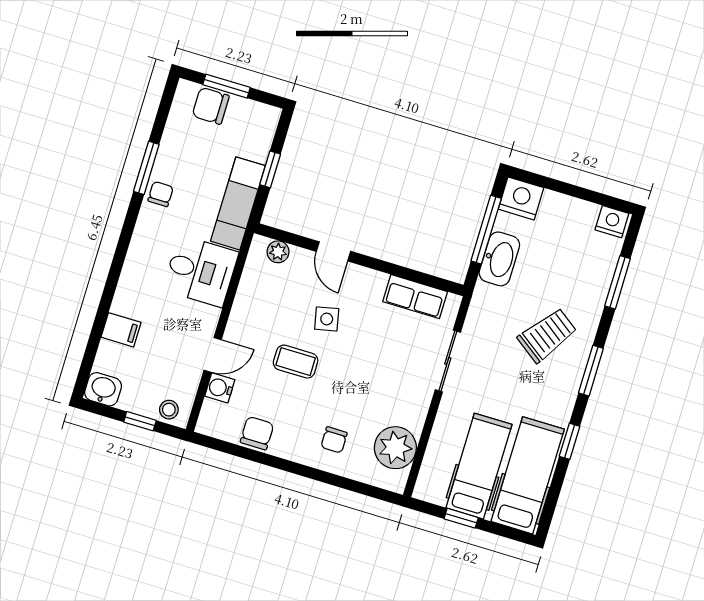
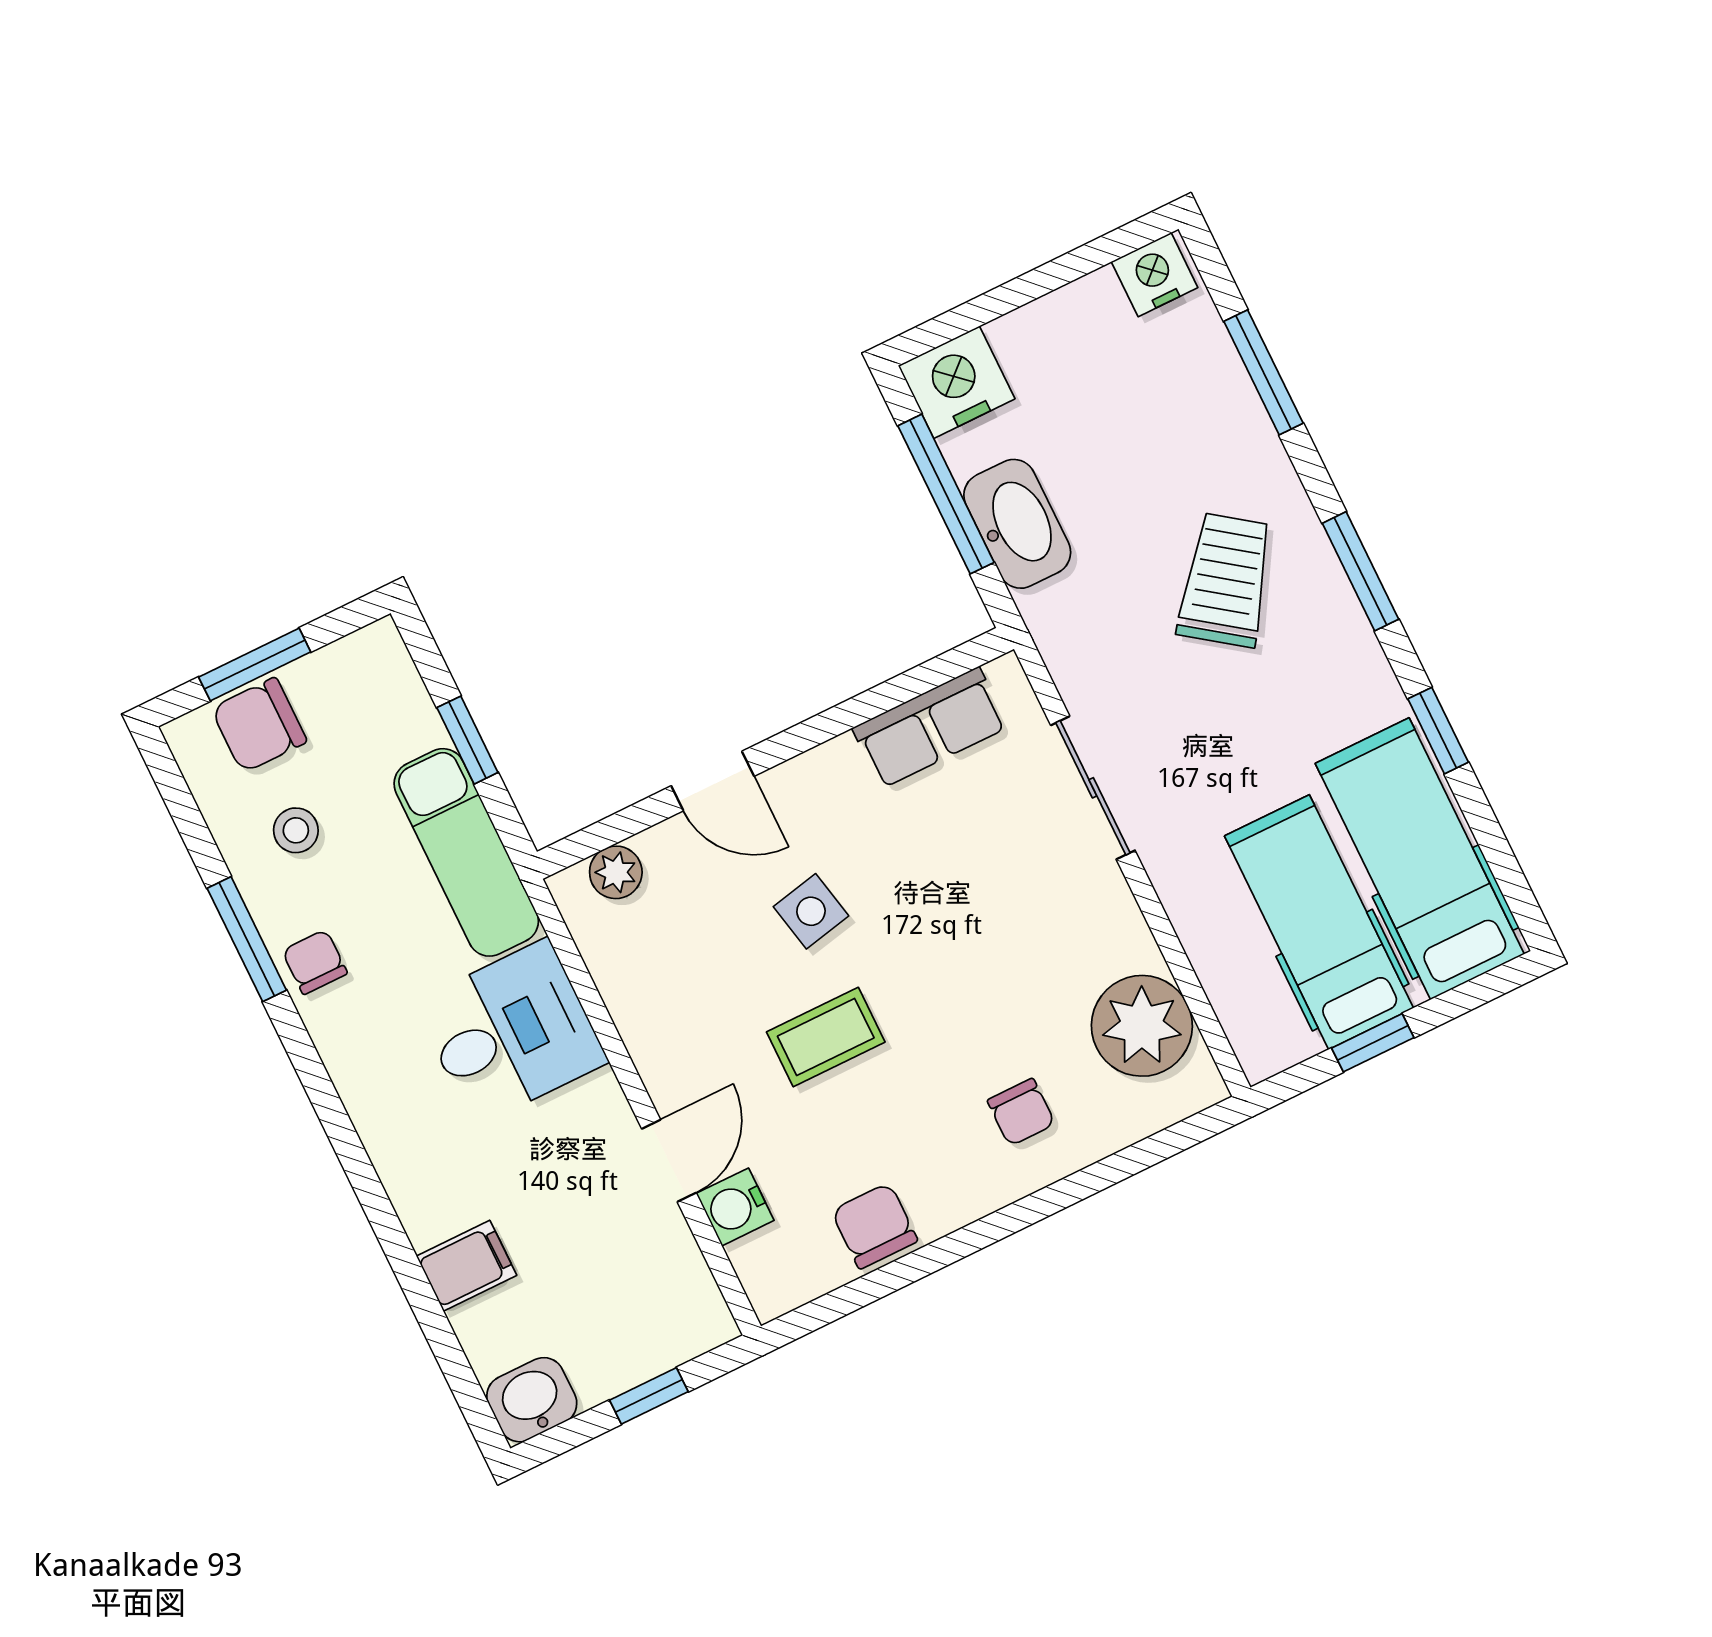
stool: (169, 410) -> (296, 830), moved

